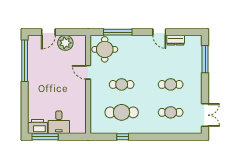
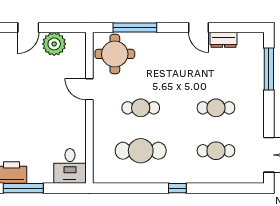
desk: (59, 122) -> (70, 166), moved
window: (123, 137) -> (177, 188), moved

